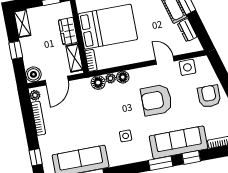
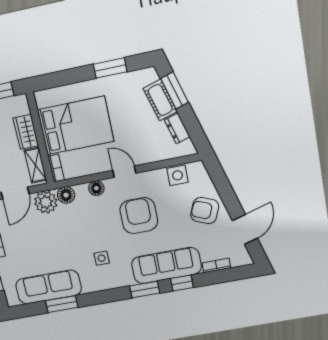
door: (165, 60) -> (124, 172), moved
plant: (111, 78) -> (46, 202), moved, width x1.88, depth x1.88
armchair: (209, 96) -> (205, 211), turned -68
armchair: (156, 100) -> (139, 216), turned 90

